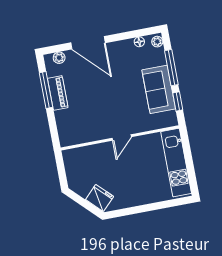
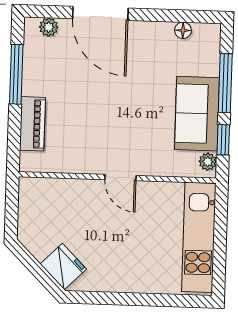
plant: (157, 42) -> (208, 162), moved
piano: (58, 93) -> (32, 124), moved
door: (122, 138) -> (120, 178), hinge flipped

